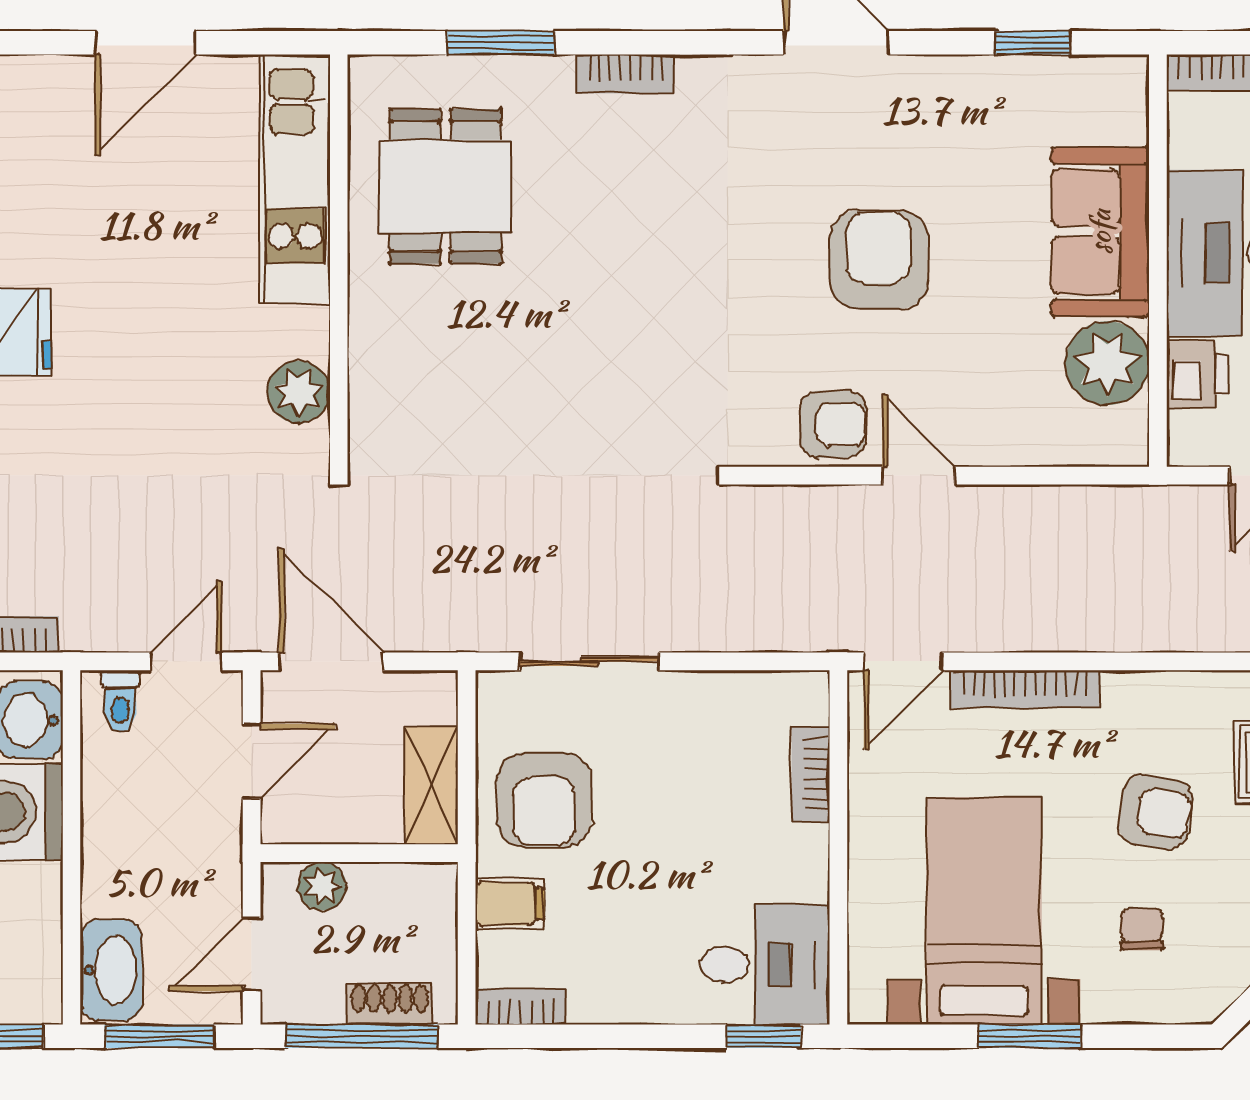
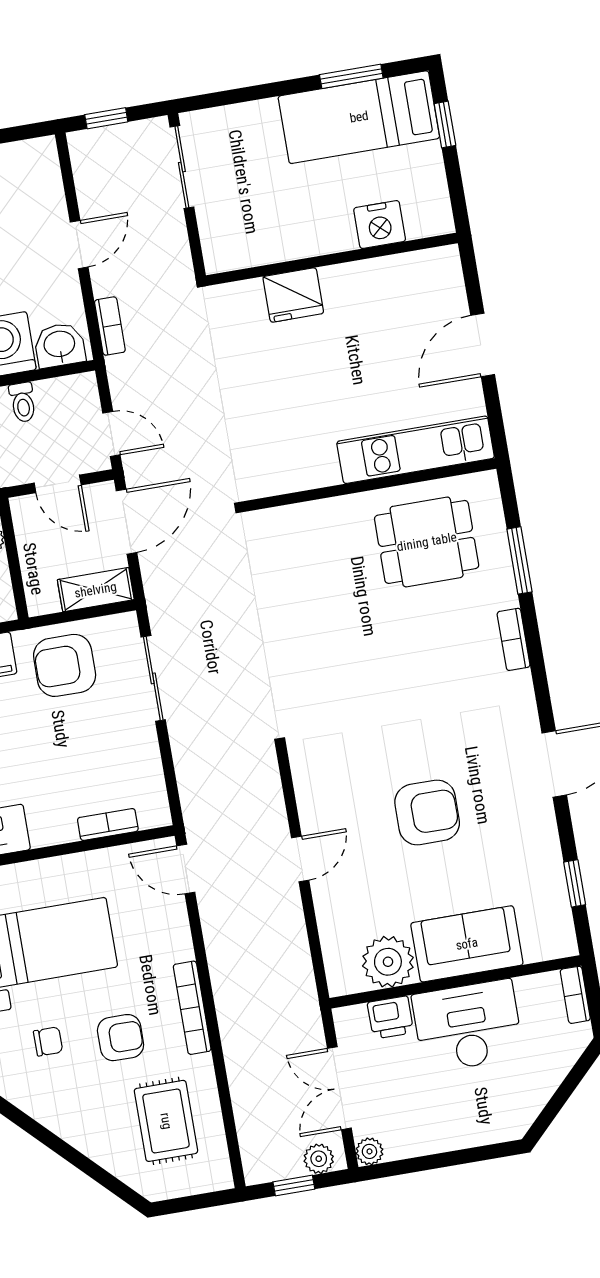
door: (145, 43) -> (483, 345), hinge flipped
plant: (299, 392) -> (287, 474), removed
armchair: (833, 424) -> (322, 802), removed
bookcase: (1025, 689) -> (192, 1008), moved
toilet: (120, 701) -> (23, 402), moved, turned -90
shelving: (431, 785) -> (96, 590), moved
armchair: (1155, 812) -> (121, 1038), turned -98

